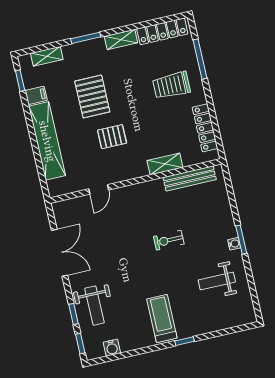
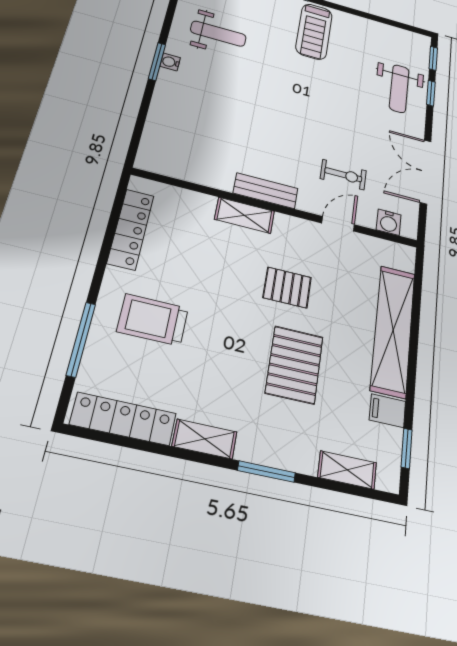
trolley: (171, 85) -> (153, 320), turned 180
shelving: (165, 164) -> (245, 215), moved
bench: (190, 178) -> (266, 191), moved, width x0.73
exercise bike: (169, 240) -> (343, 175), moved
weight bench: (94, 306) -> (399, 89), turned 180
water cooler: (112, 348) -> (389, 222), moved, turned 180

